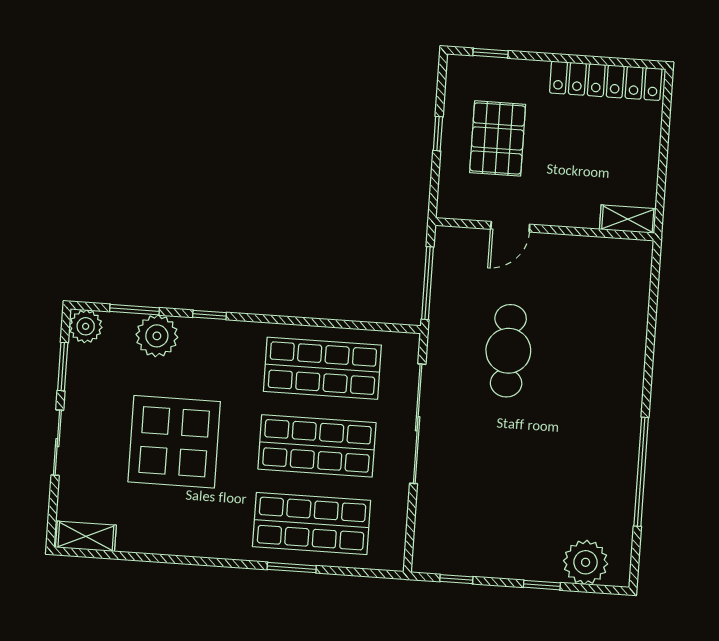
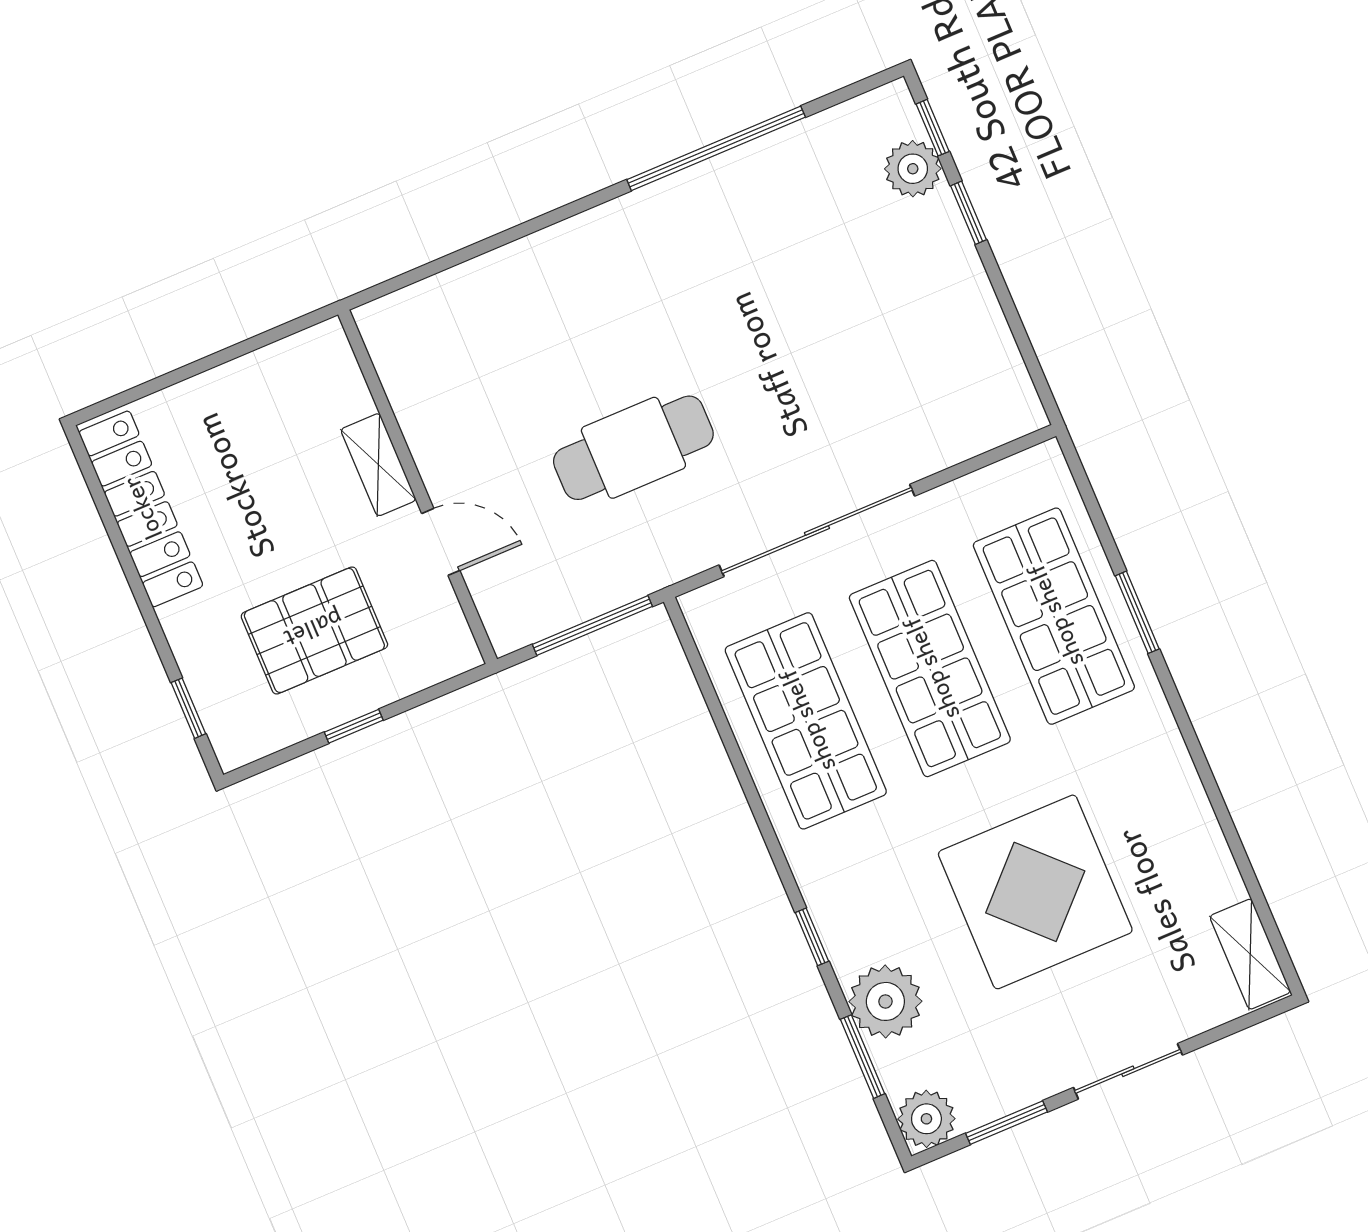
shelving: (628, 219) -> (378, 465), moved
plant: (586, 562) -> (913, 169), width x0.73, depth x0.73
window: (456, 579) -> (933, 128), moved

